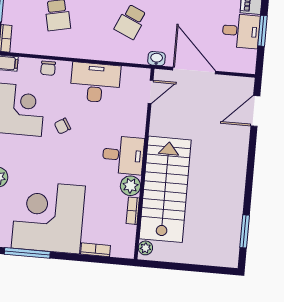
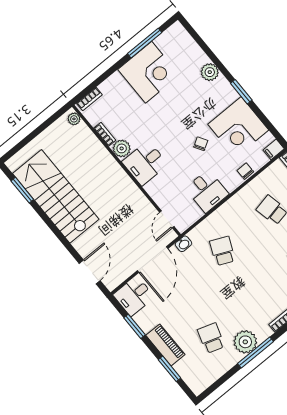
desk: (241, 31) -> (134, 296), moved
door: (194, 71) -> (153, 260), hinge flipped
desk: (95, 83) -> (207, 191), width x0.73
stairs: (165, 189) -> (56, 196), moved, turned 180
corner desk: (48, 217) -> (149, 72), width x0.74, depth x0.74
bookcase: (96, 250) -> (89, 99), moved

